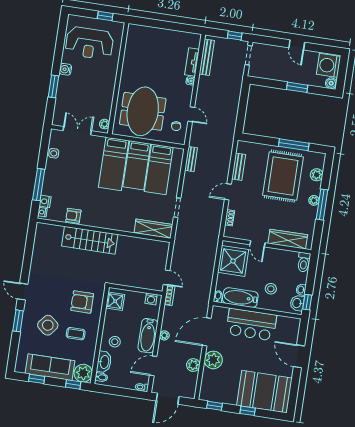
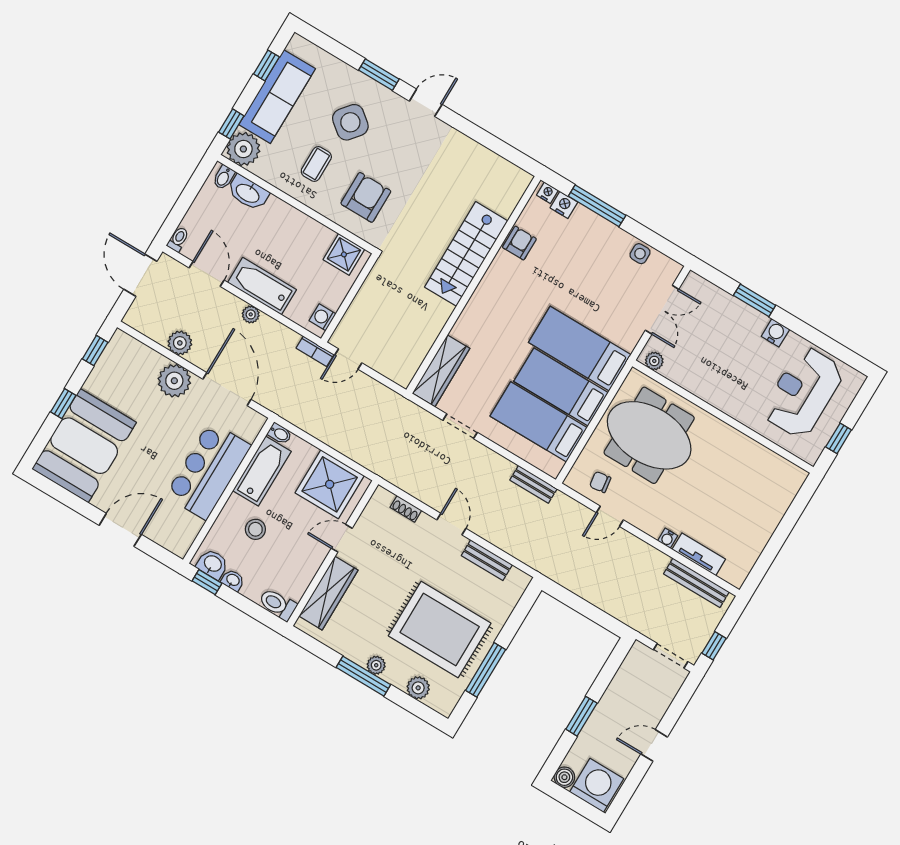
stool: (115, 342) -> (275, 225), removed

